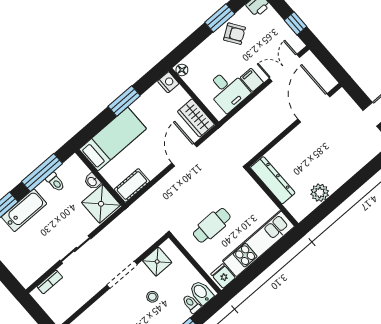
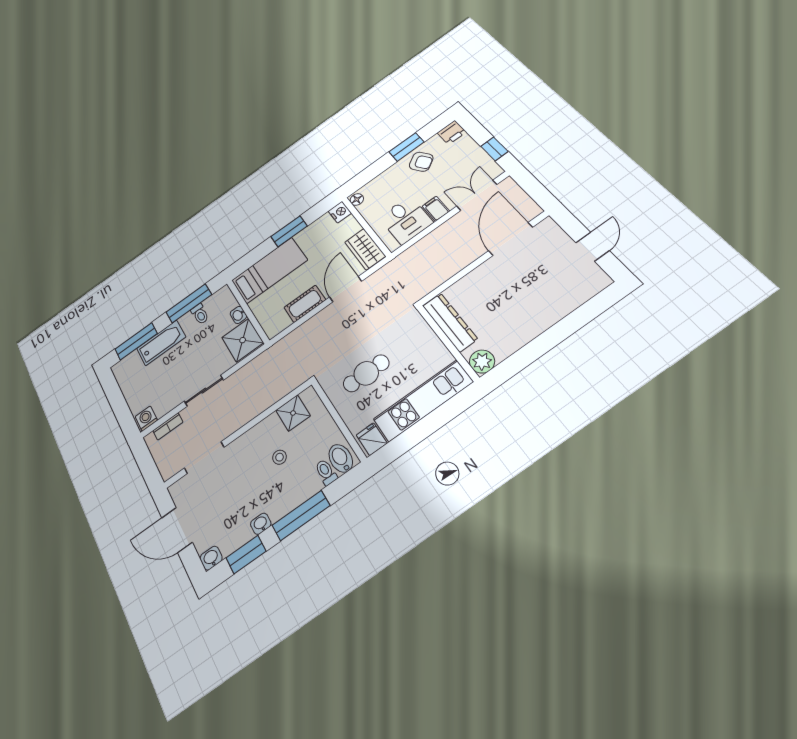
cot: (132, 185) -> (305, 304), moved
plant: (320, 193) -> (482, 362), moved
doorway: (122, 275) -> (204, 458), moved
washing machine: (28, 277) -> (146, 419), added

